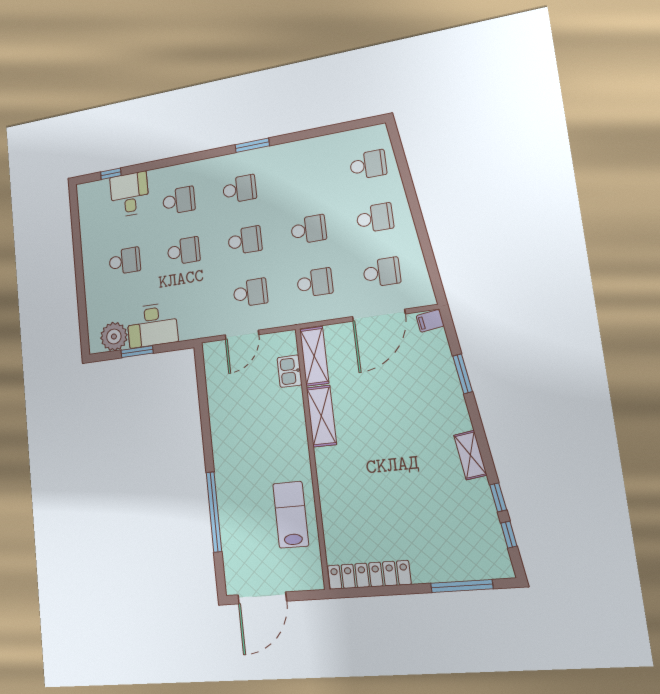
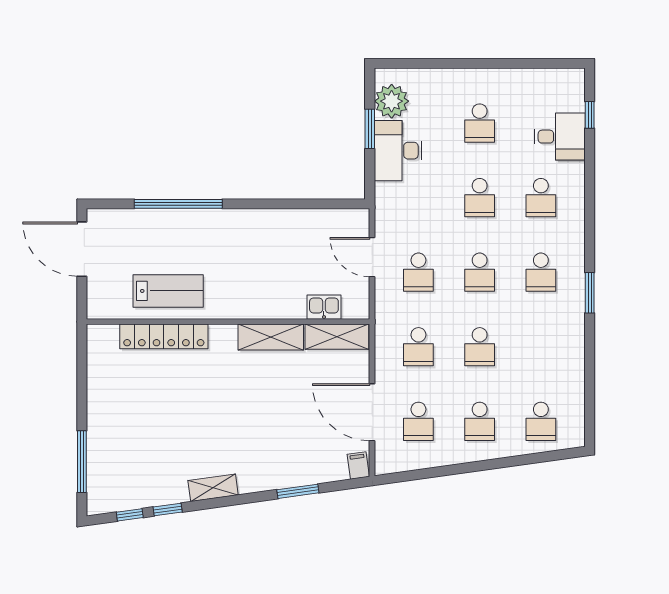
locker: (369, 575) -> (164, 336), moved, turned 90

